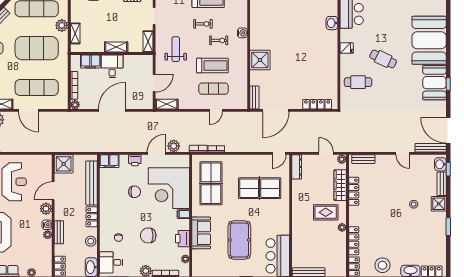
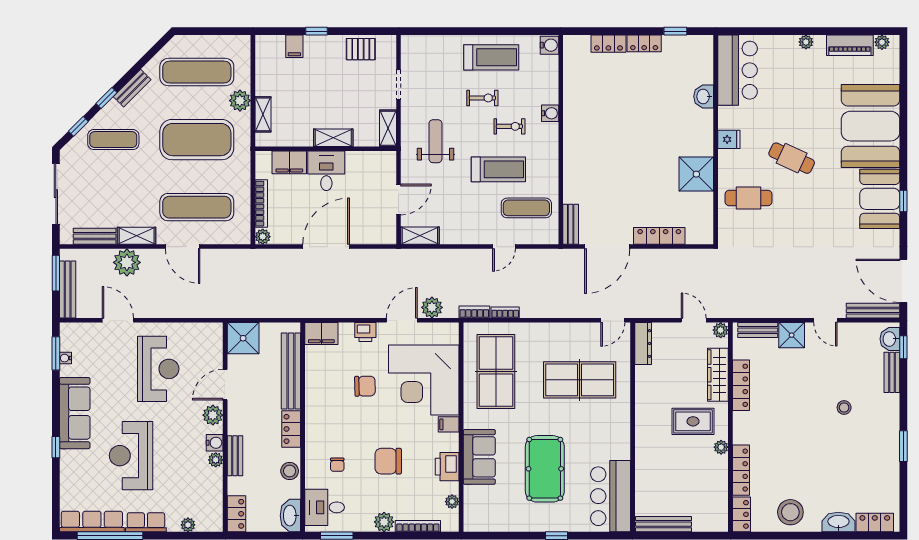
shower: (260, 60) -> (696, 174), moved
exercise mat: (213, 89) -> (526, 208), moved
locker: (317, 104) -> (659, 236), moved
shower: (439, 204) -> (792, 335), moved

